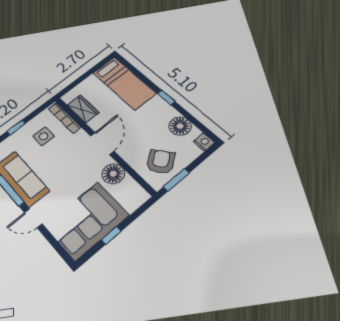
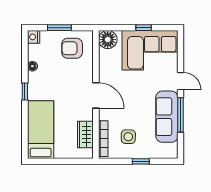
floor lamp: (180, 126) -> (32, 66), width x0.53, depth x0.53
door: (102, 143) -> (96, 95), swing flipped
armchair: (161, 162) -> (72, 48), turned 36
floor lamp: (113, 174) -> (108, 40), moved
window: (176, 180) -> (59, 28), moved

